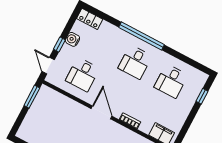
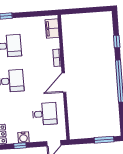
window: (59, 45) -> (20, 146), moved
window: (32, 97) -> (104, 140), moved

